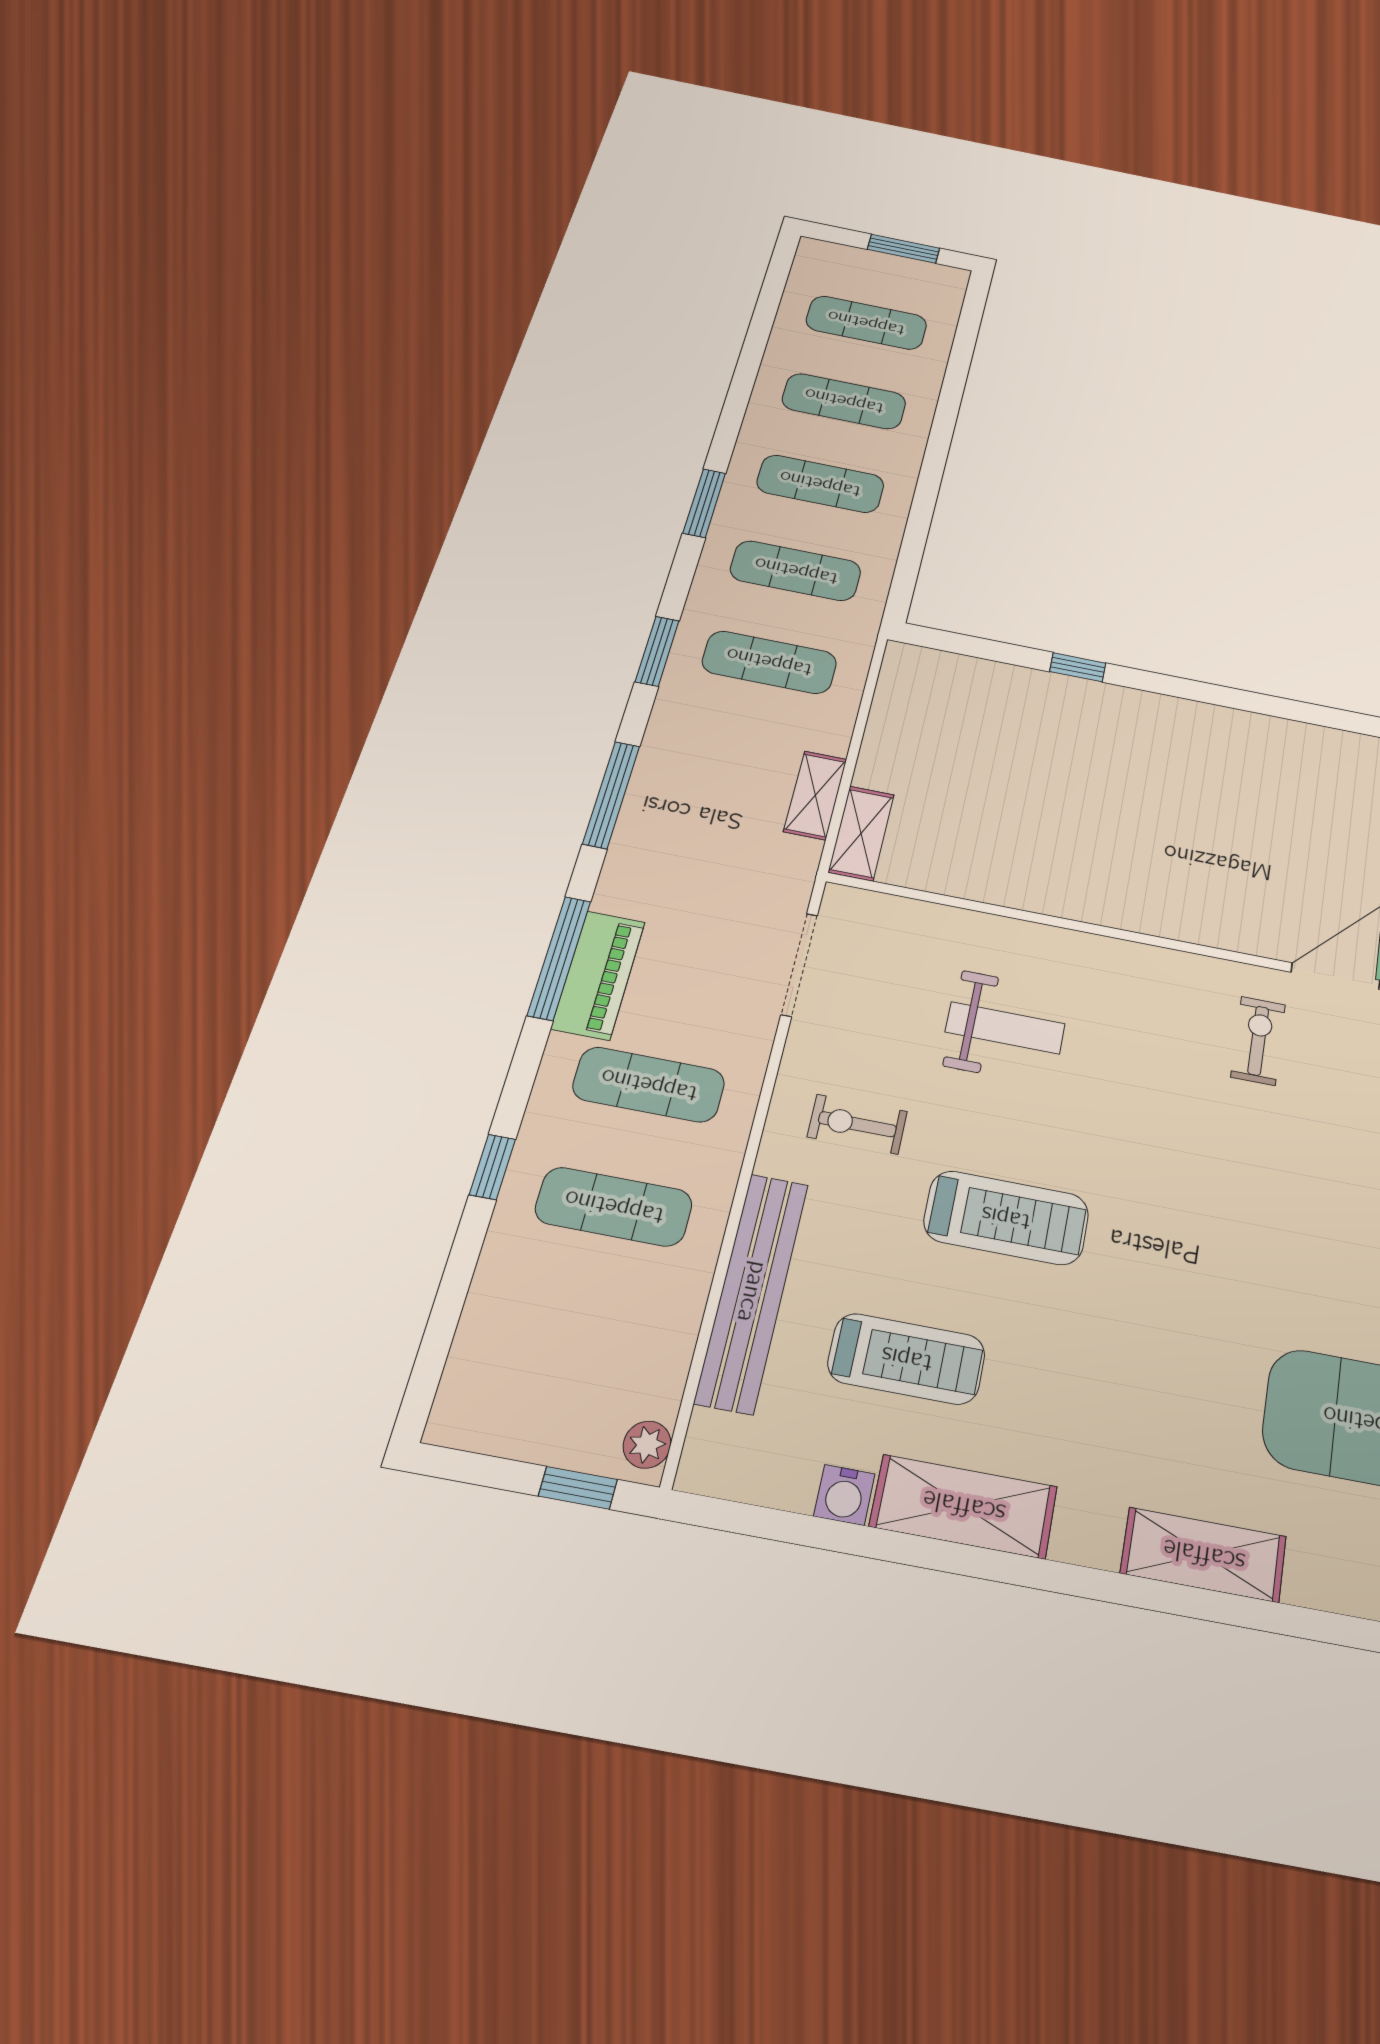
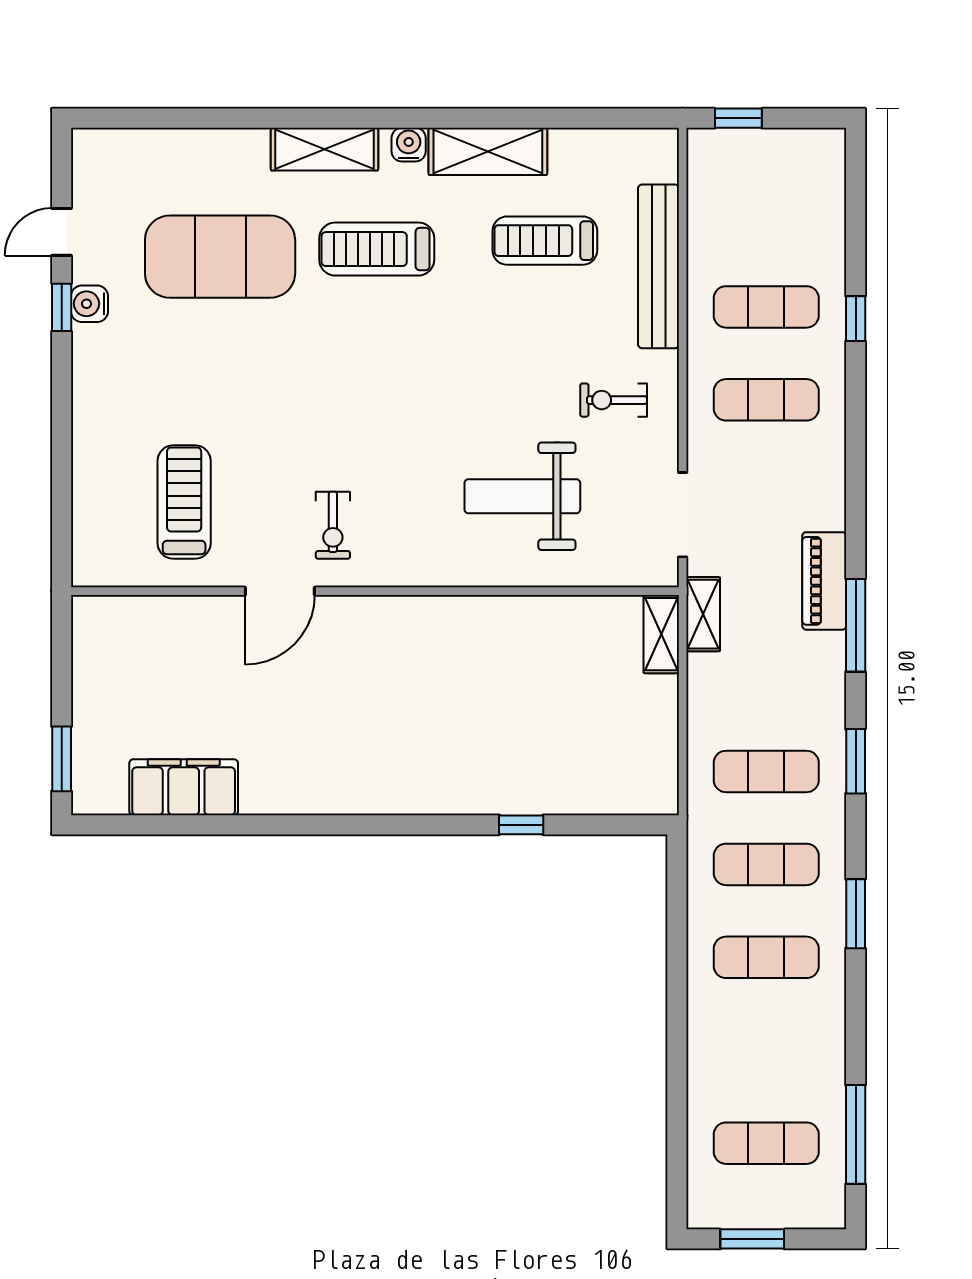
exercise mat: (844, 401) -> (766, 1050), removed
shelving: (815, 795) -> (703, 614), moved
window: (559, 958) -> (856, 1134), moved
piano: (598, 975) -> (824, 581), moved
weight bench: (1005, 1028) -> (522, 496), width x1.36, depth x1.33
exercise bike: (857, 1124) -> (614, 400), turned 180
treadmill: (1006, 1218) -> (377, 249), moved
plant: (647, 1445) -> (702, 153), removed
water cooler: (844, 1495) -> (409, 145), moved

